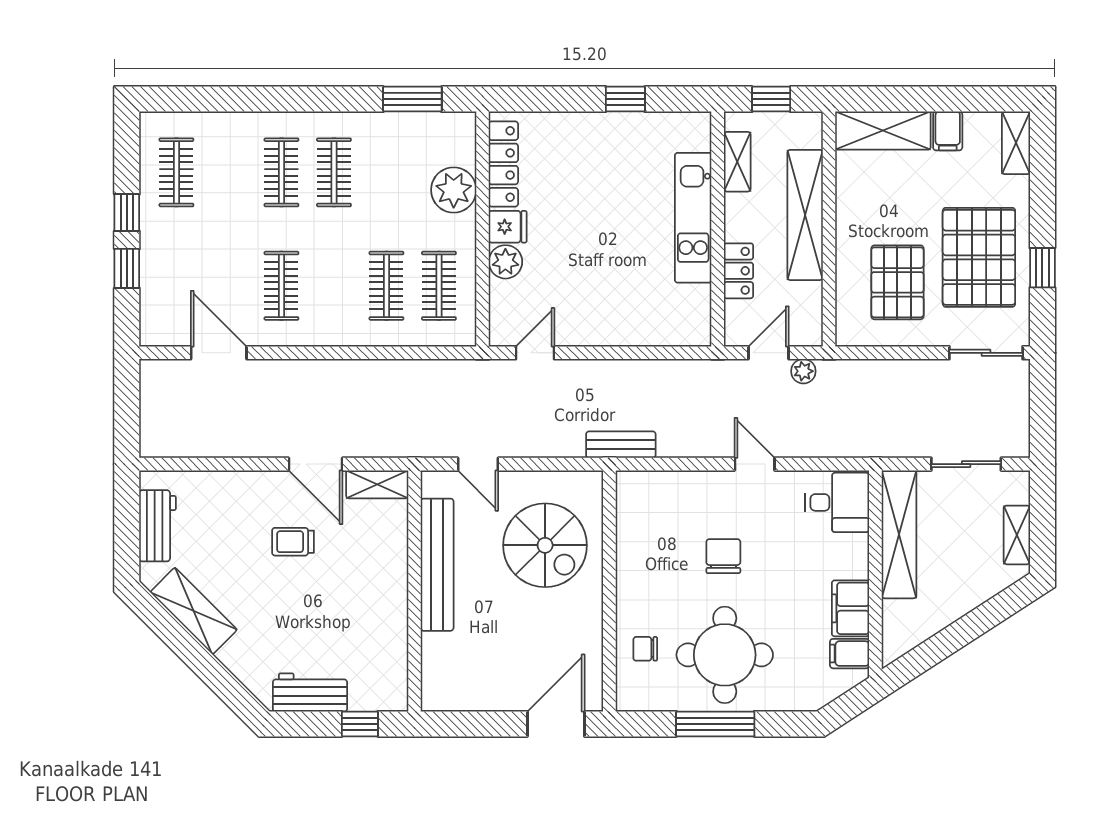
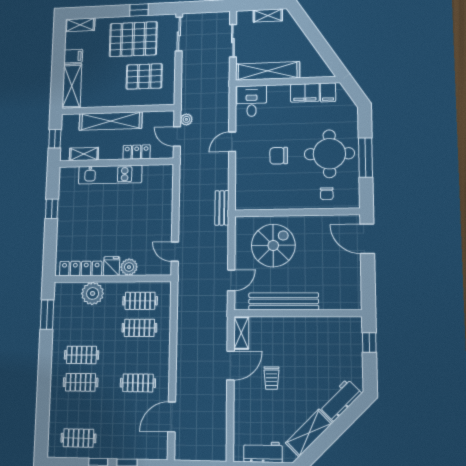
workbench: (310, 692) -> (340, 400), moved, turned 45

